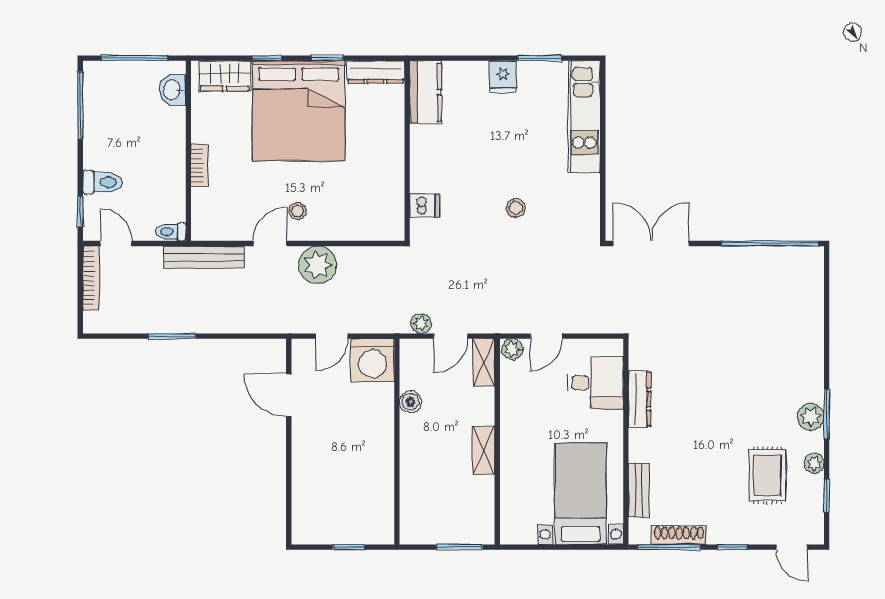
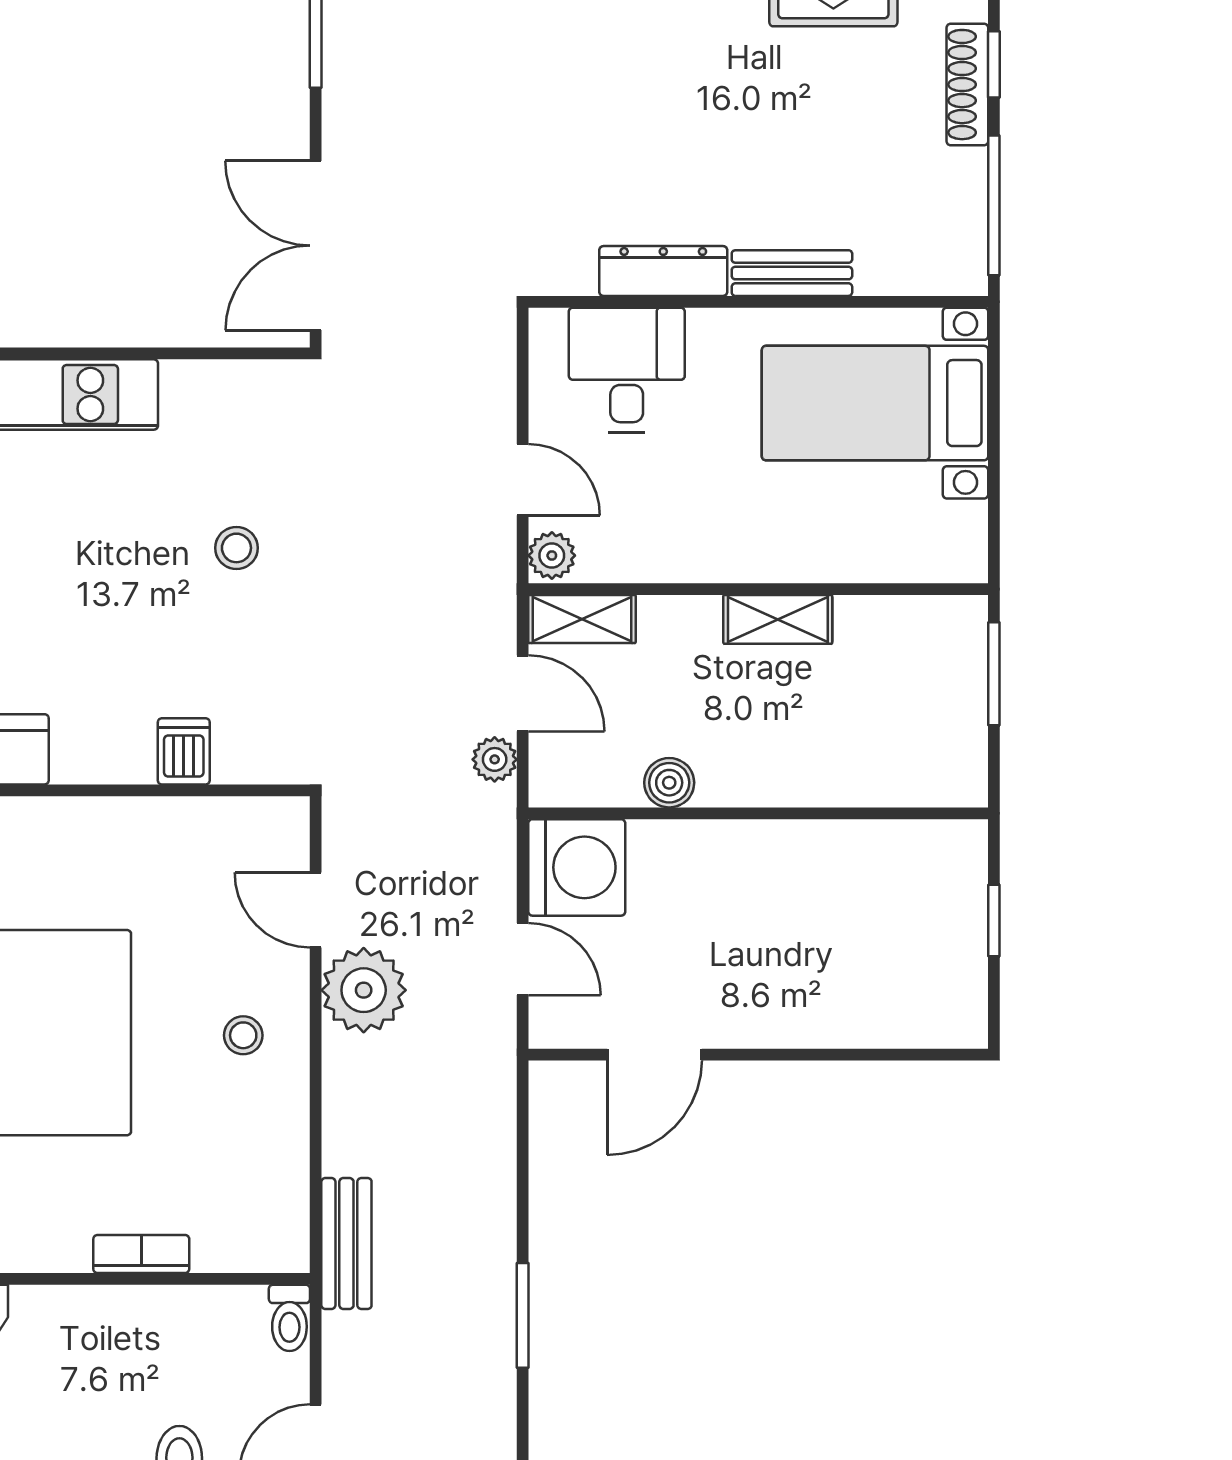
dishwasher: (425, 206) -> (184, 751), moved
door: (270, 243) -> (316, 910), moved
bench: (204, 257) -> (346, 1244), width x0.73
bench: (639, 490) -> (792, 273), moved
shoe rack: (679, 535) -> (967, 85), moved

